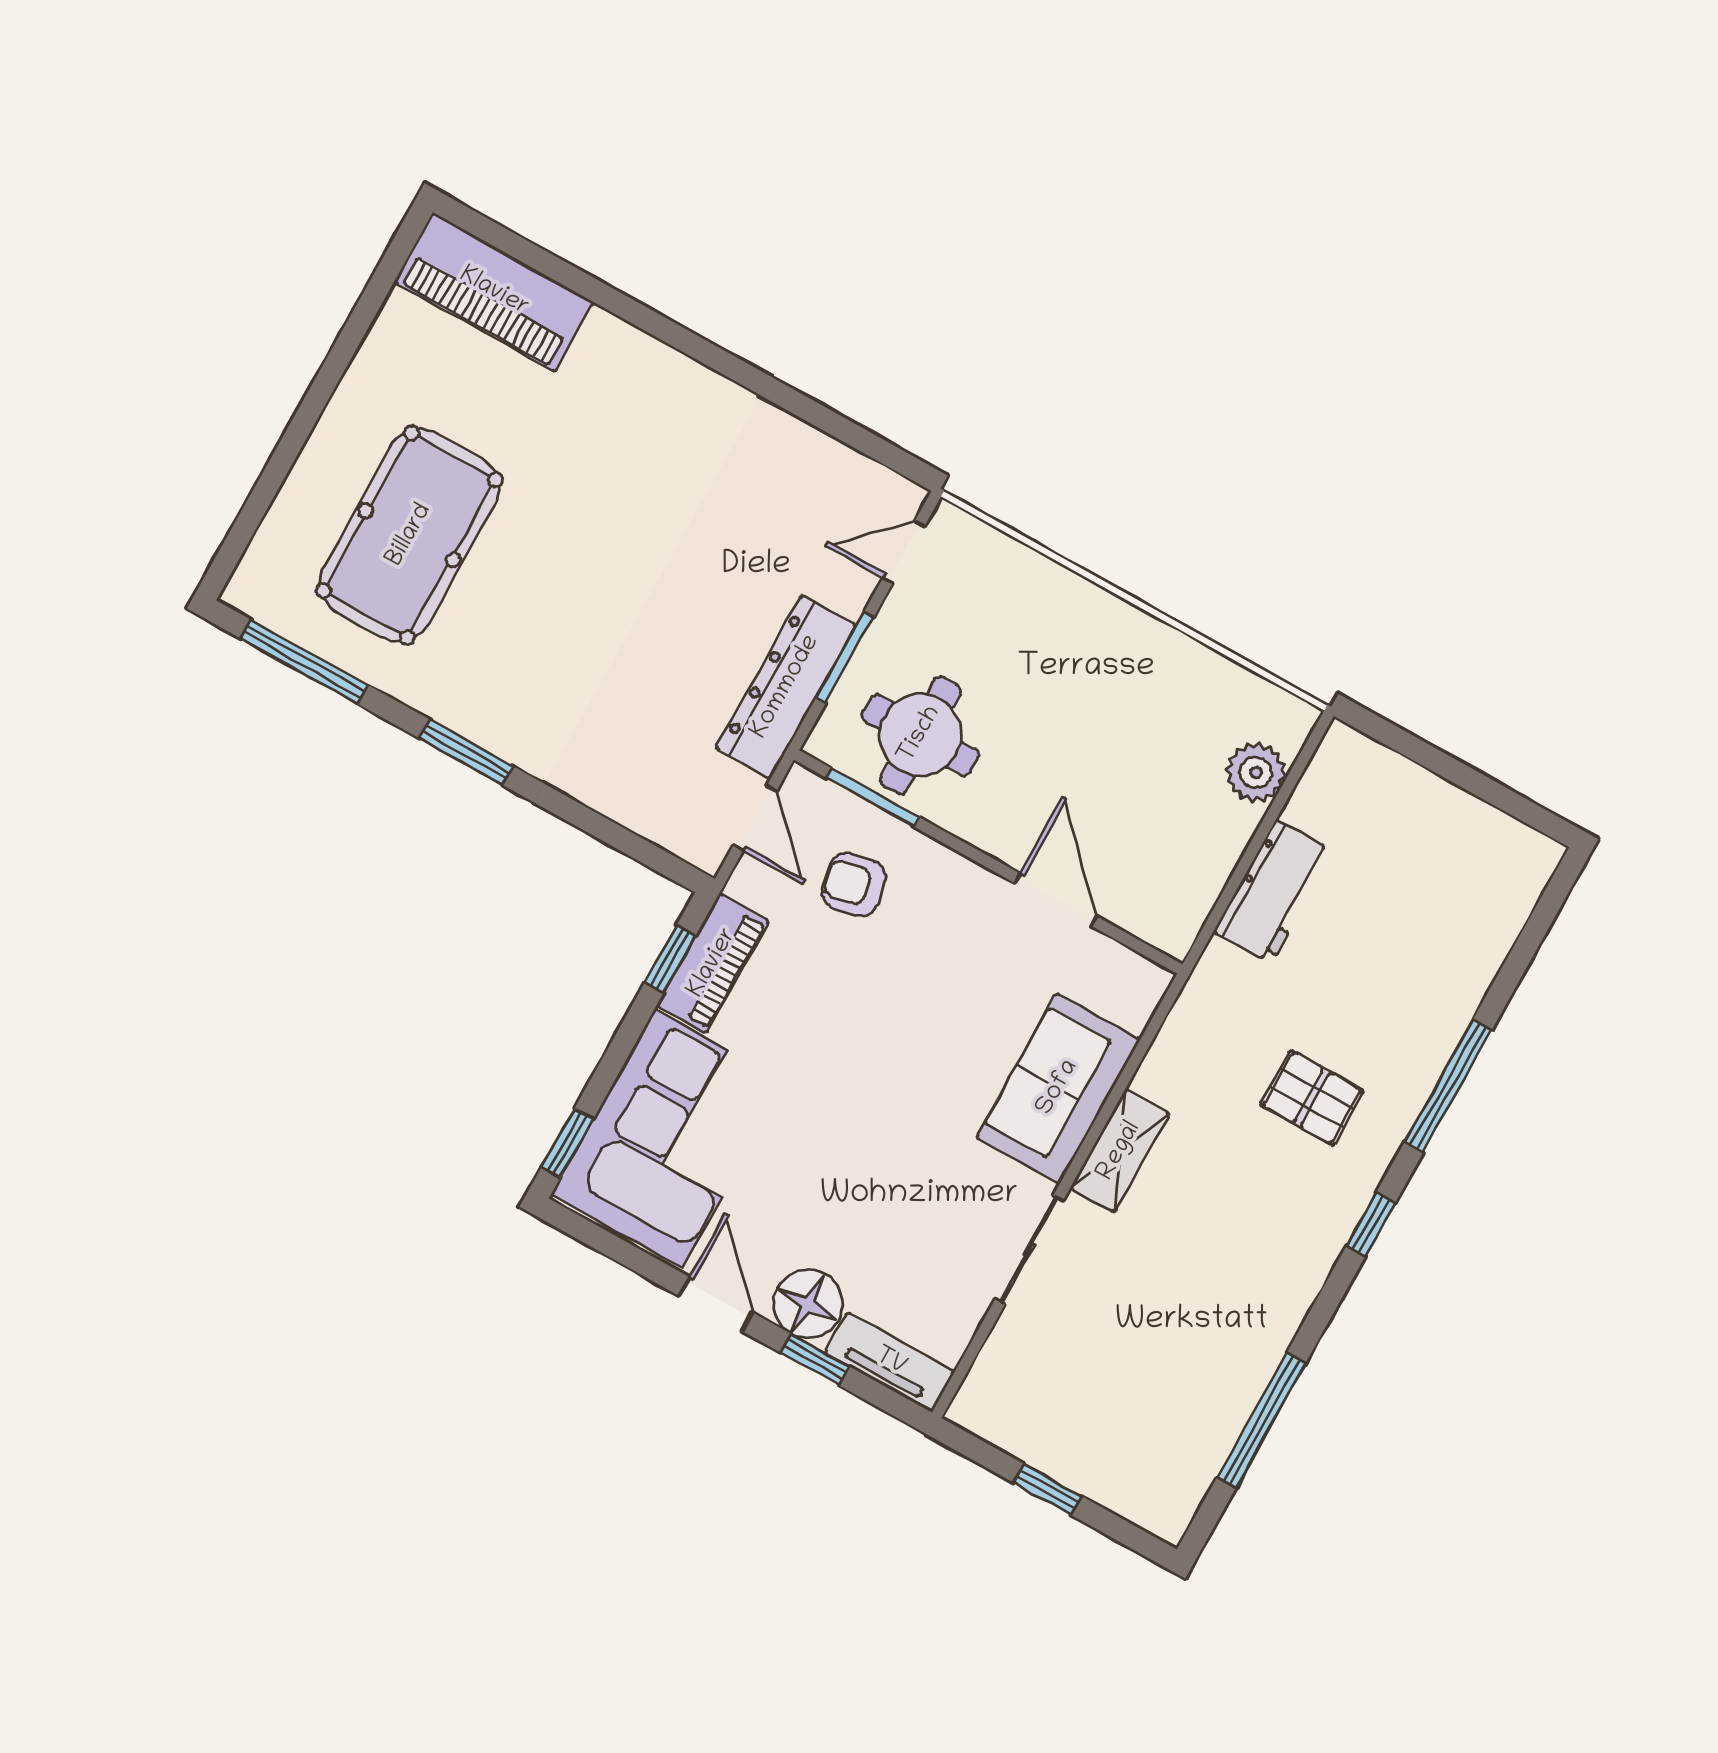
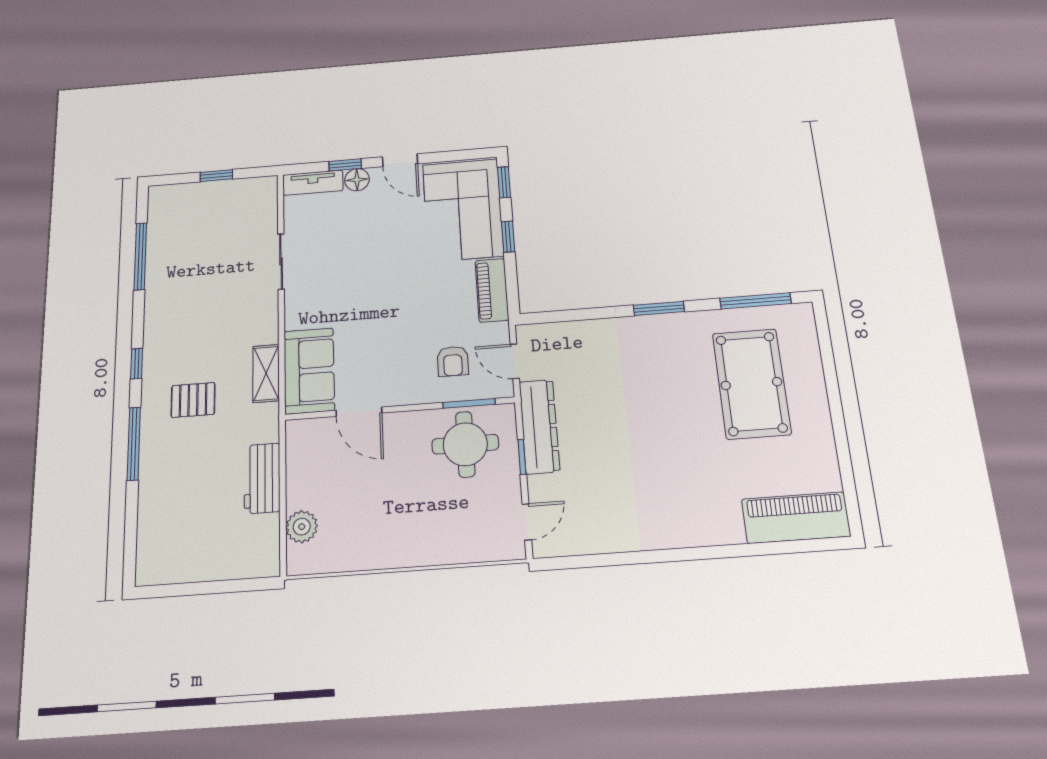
window: (845, 657) -> (522, 457), width x0.67
armchair: (854, 884) -> (453, 361), turned 101
window: (670, 959) -> (508, 237), moved
sofa: (1058, 1088) -> (309, 371), moved
shelving: (1120, 1151) -> (266, 373), moved
floor lamp: (808, 1304) -> (357, 180), width x0.73, depth x0.73

